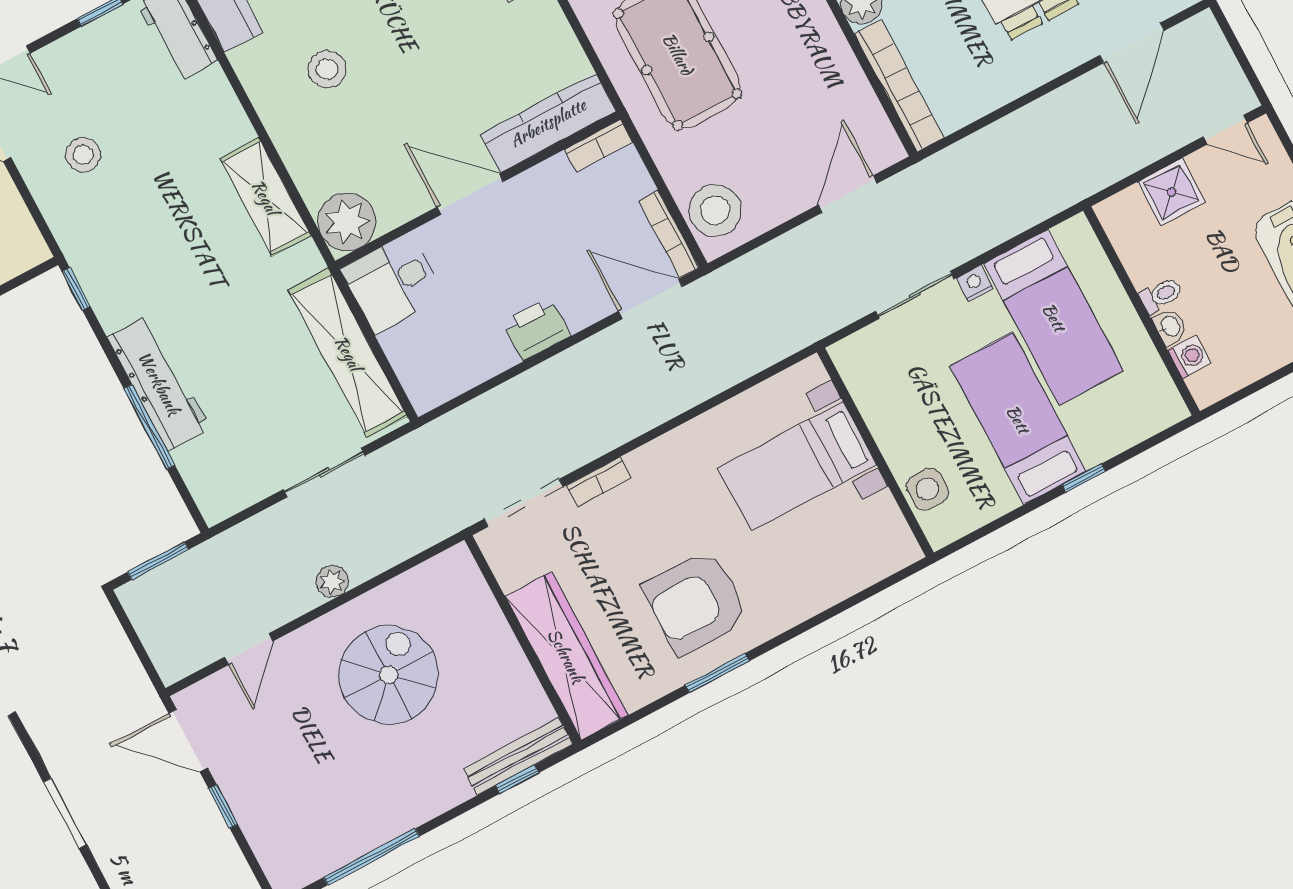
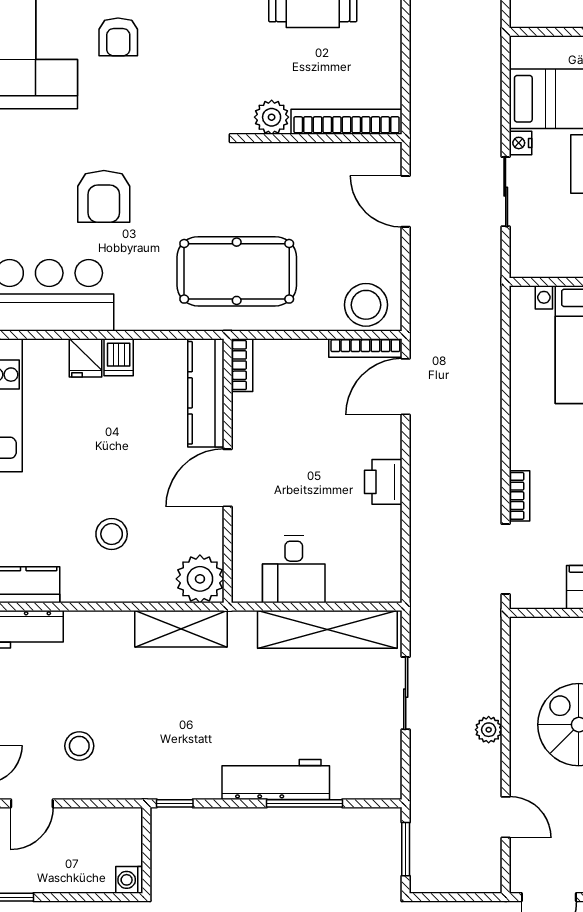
kitchen counter: (548, 123) -> (206, 393), moved
bookcase: (598, 146) -> (242, 365), moved
wall: (478, 190) -> (228, 471), moved
door: (470, 194) -> (228, 478), moved
plant: (347, 222) -> (200, 579), moved

